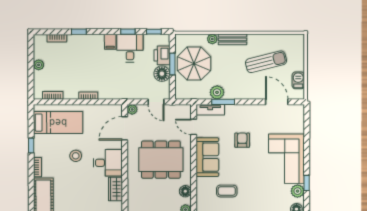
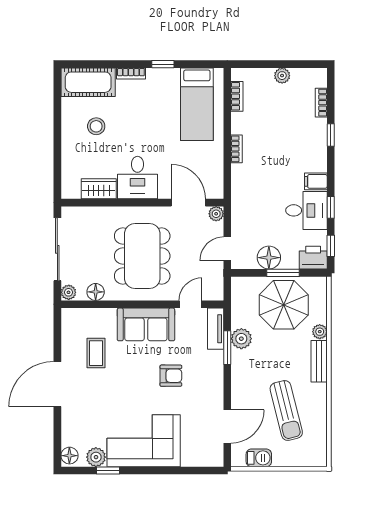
printer: (162, 55) -> (313, 258), moved
stool: (76, 156) -> (96, 126), moved

